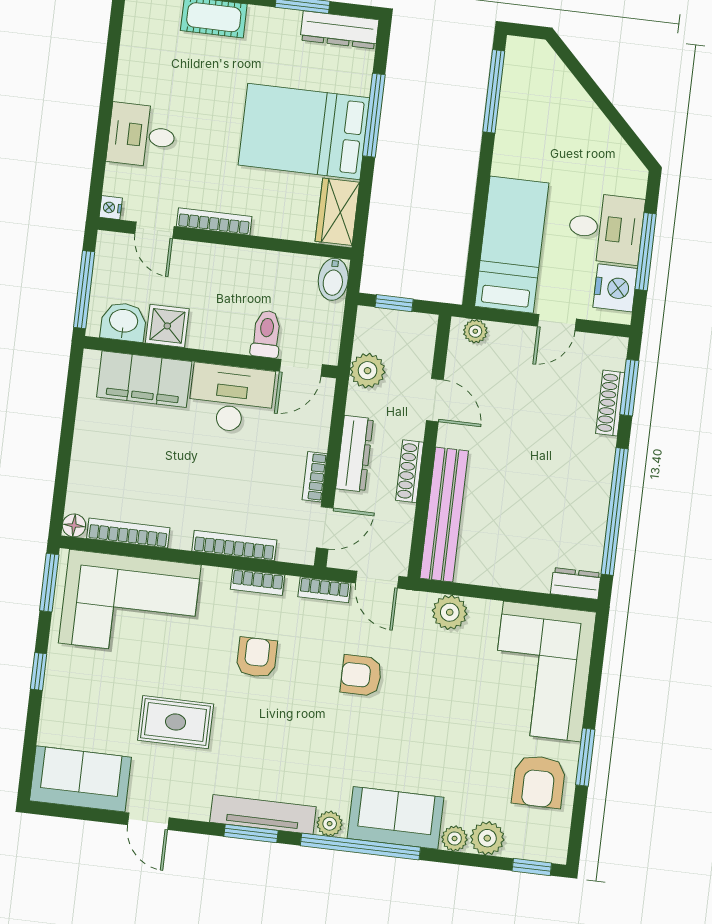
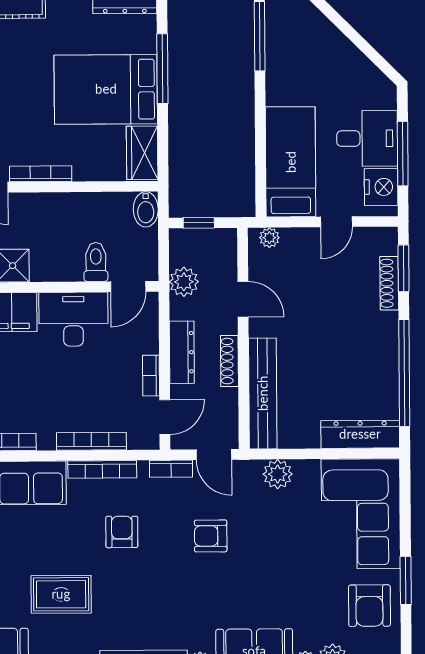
bookcase: (257, 582) -> (102, 469), width x1.56
dresser: (576, 583) -> (360, 434), width x1.96, depth x1.24

